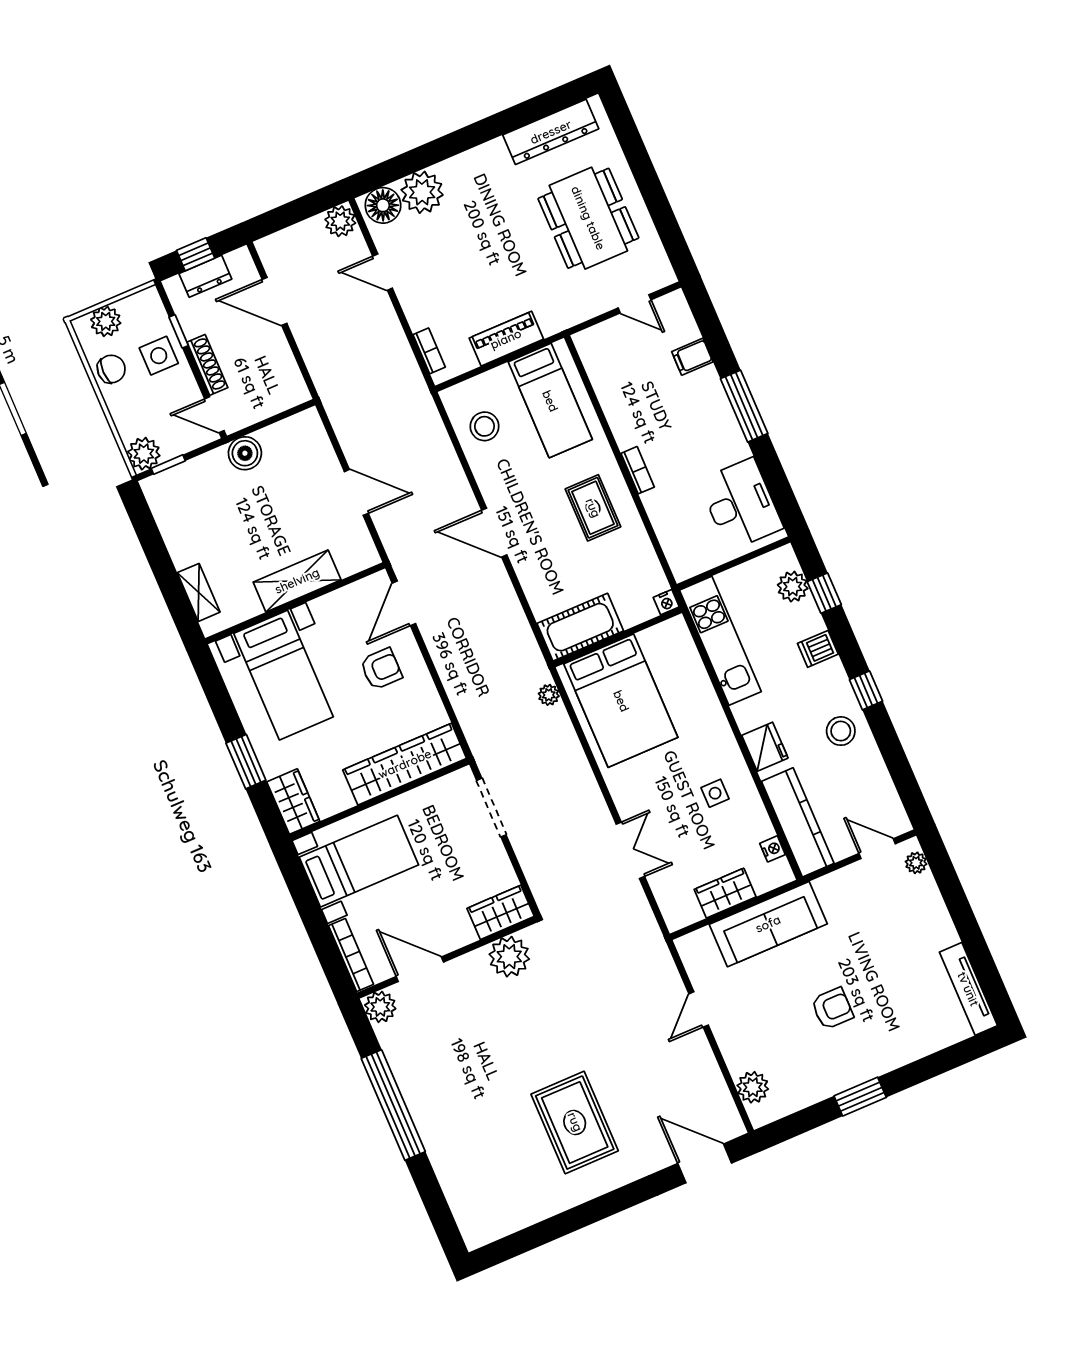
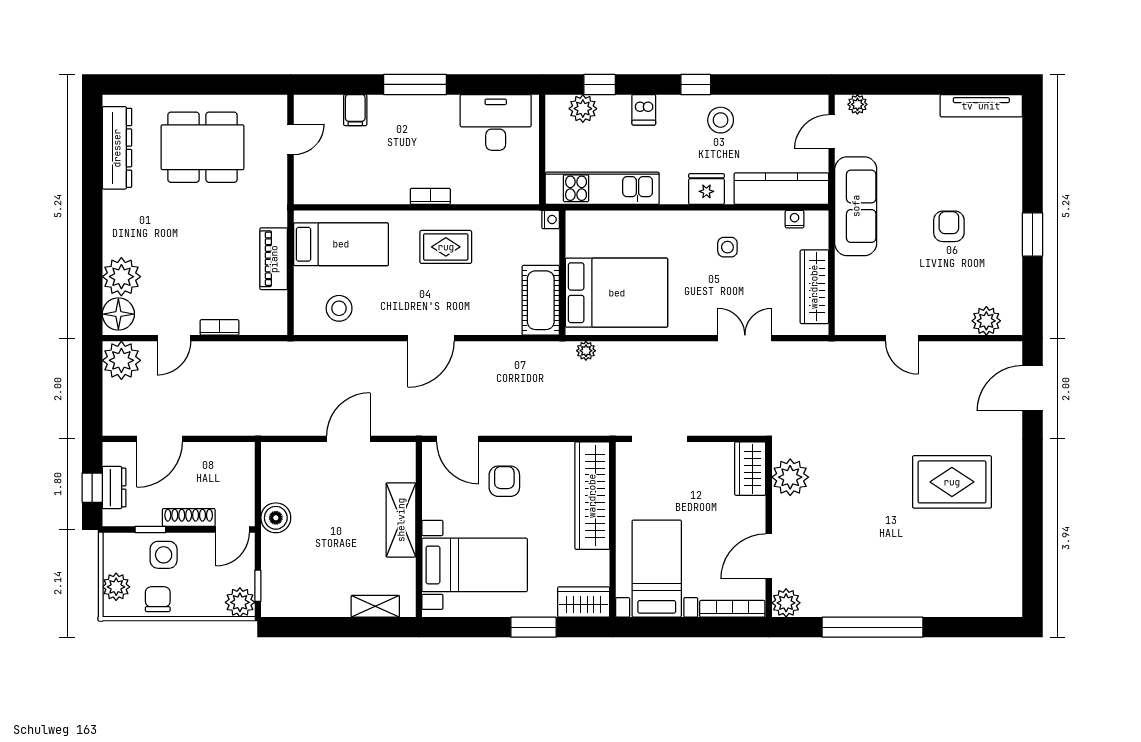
plant: (340, 221) -> (121, 360), width x1.36, depth x1.36
bookcase: (429, 351) -> (220, 327), moved
wardrobe: (725, 893) -> (814, 287), width x1.50
sofa: (768, 924) -> (856, 206), moved

